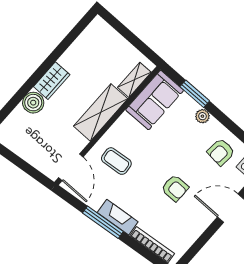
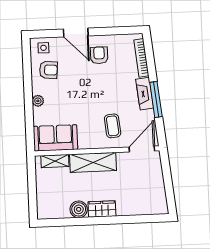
window: (195, 94) -> (29, 118), removed
boiler: (33, 103) -> (79, 209), moved
armchair: (175, 188) -> (99, 55), moved

